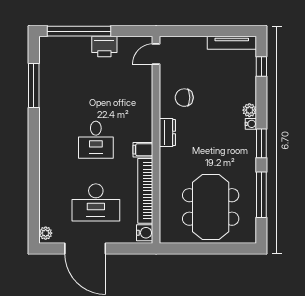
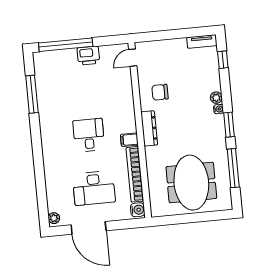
tv unit: (232, 43) -> (202, 42), width x0.71
dresser: (167, 133) -> (149, 128), width x1.44
desk: (96, 140) -> (89, 135), turned 180

